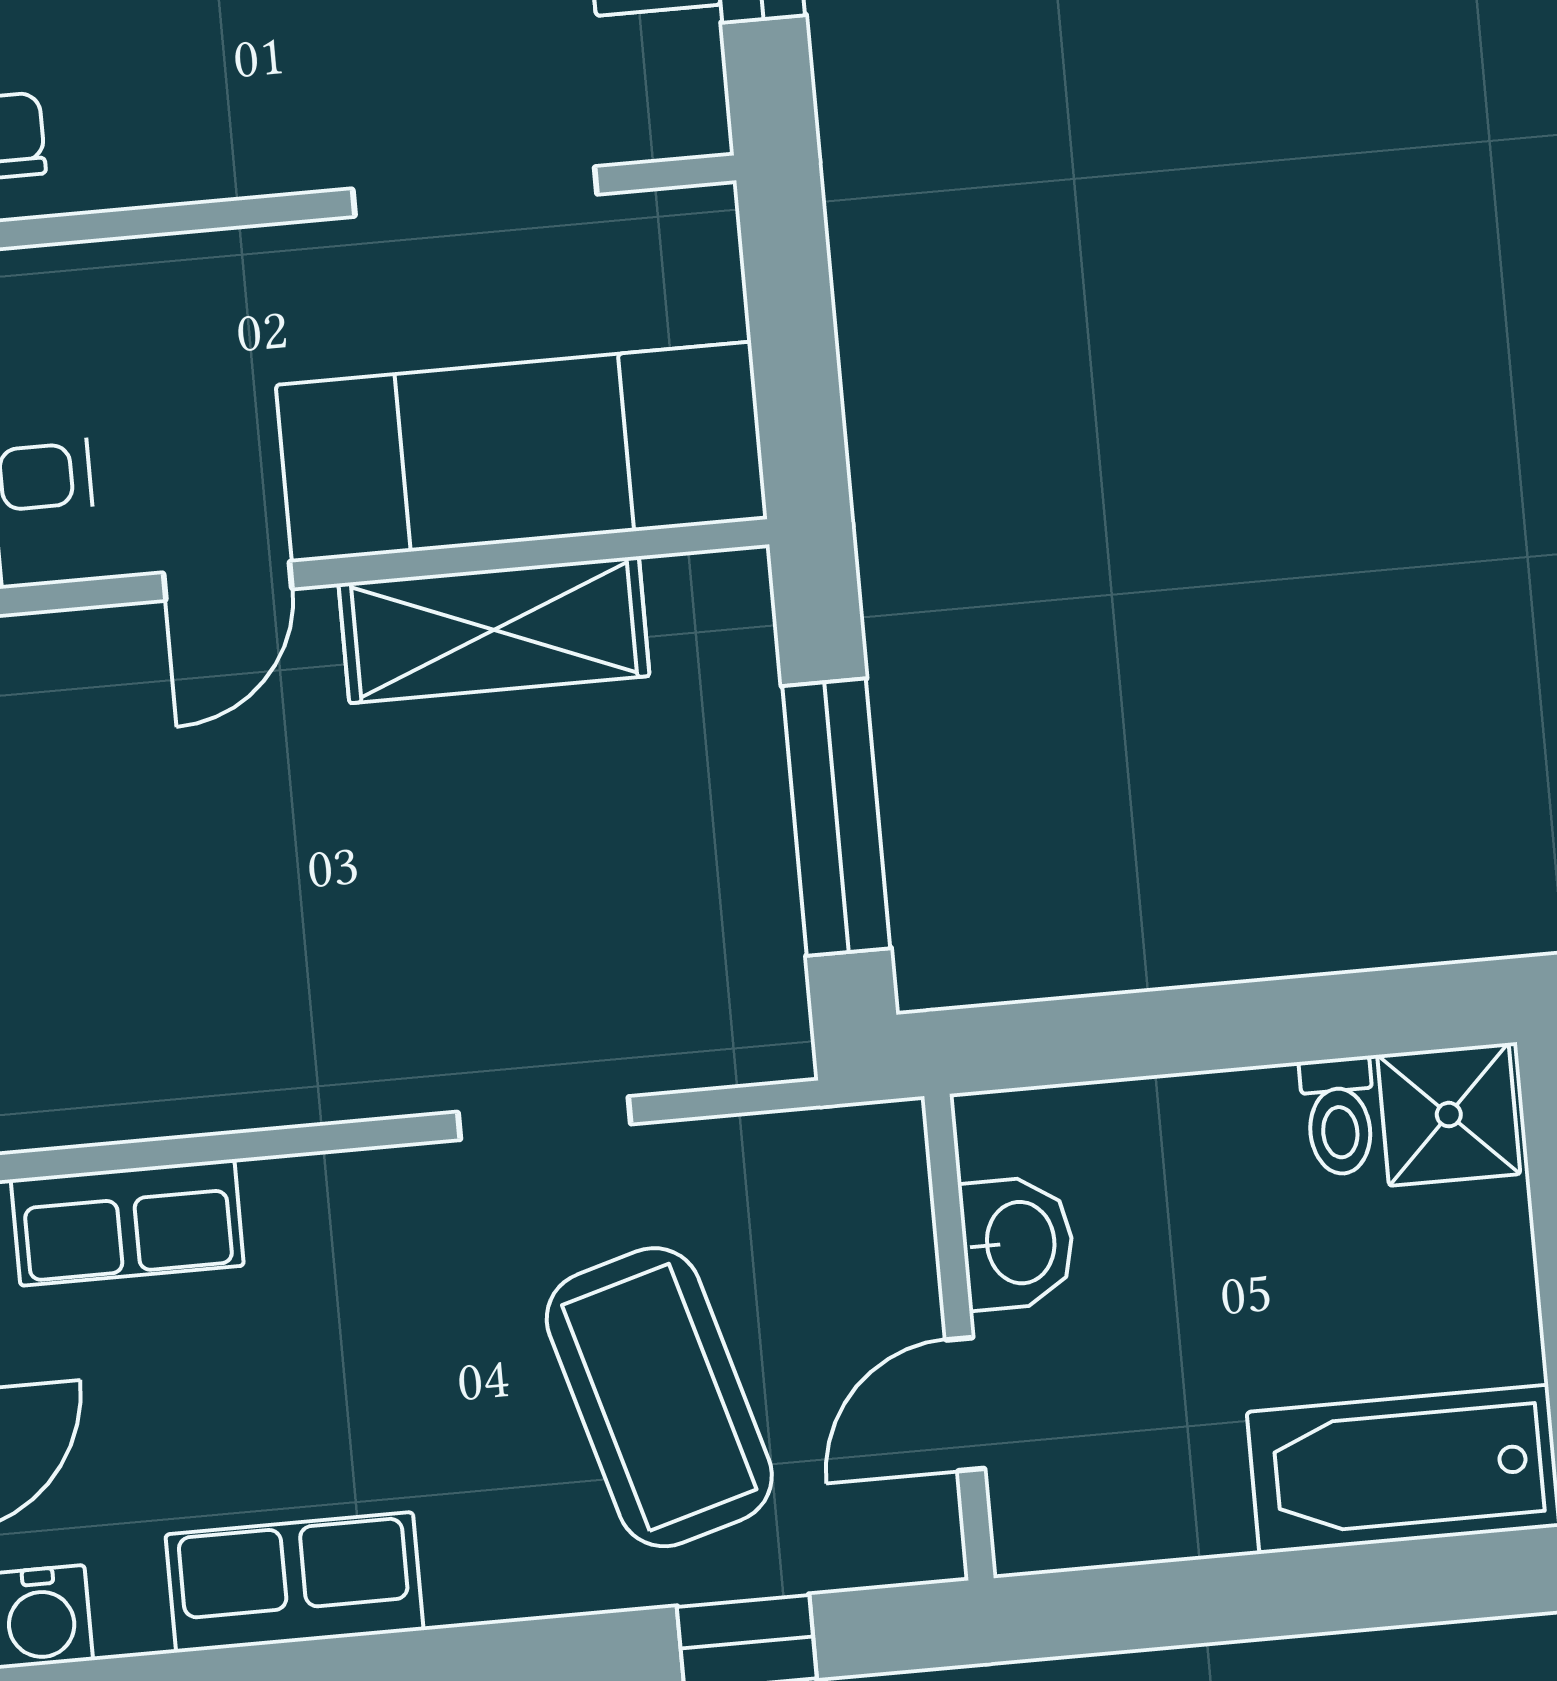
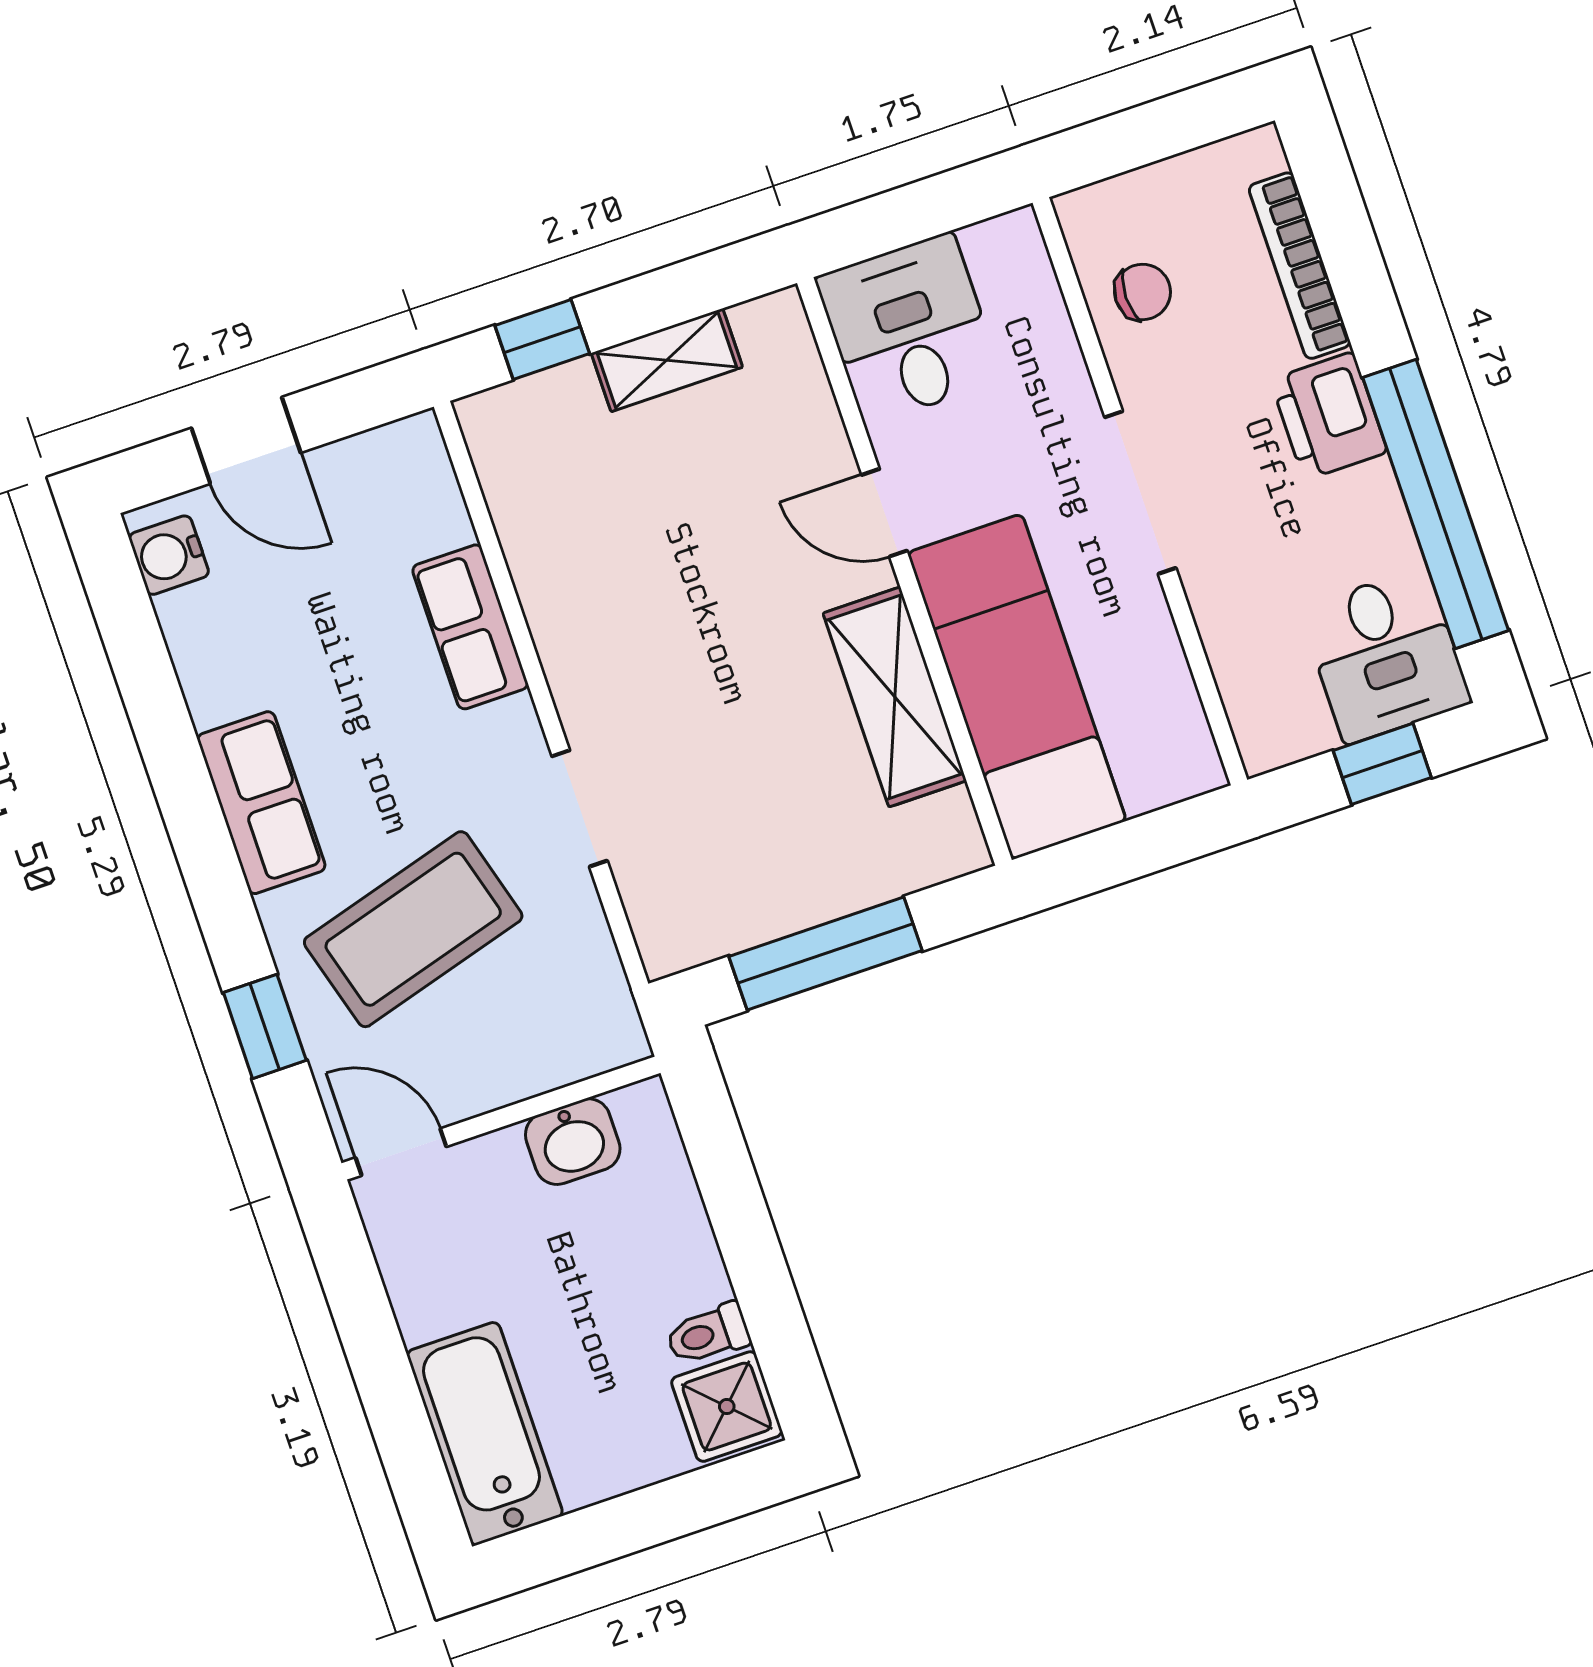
doorway: (475, 192) -> (1140, 493), moved
row of seats: (127, 1223) -> (470, 627), moved
door: (965, 1404) -> (401, 1152), moved
row of seats: (294, 1582) -> (261, 803), moved

